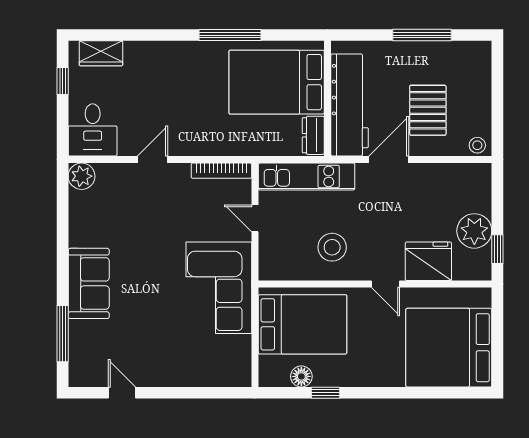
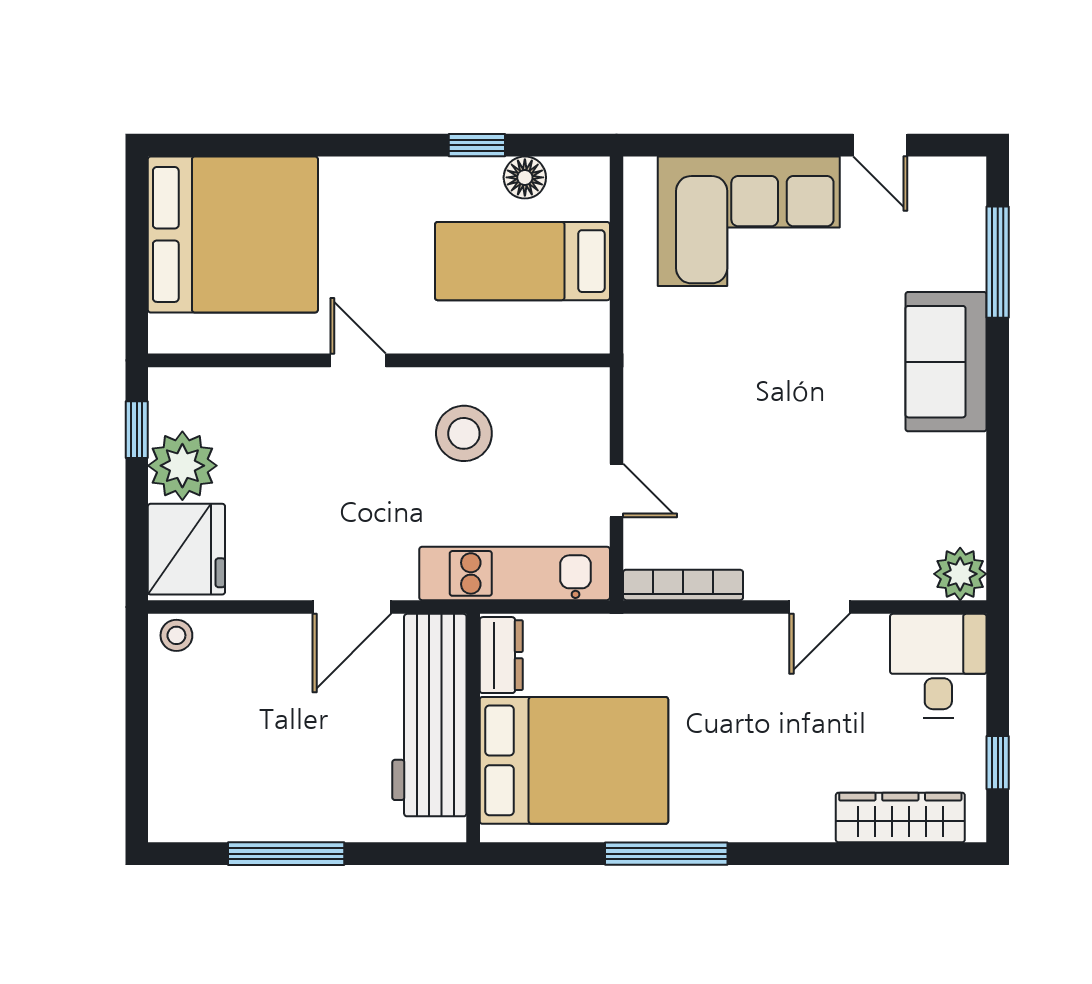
wardrobe: (101, 53) -> (900, 817), width x1.50
pallet: (428, 110) -> (274, 705), removed
fridge: (428, 261) -> (186, 549), moved, turned -90
corner sofa: (219, 288) -> (749, 221), moved, turned 90
bed: (303, 324) -> (522, 261), width x0.67

